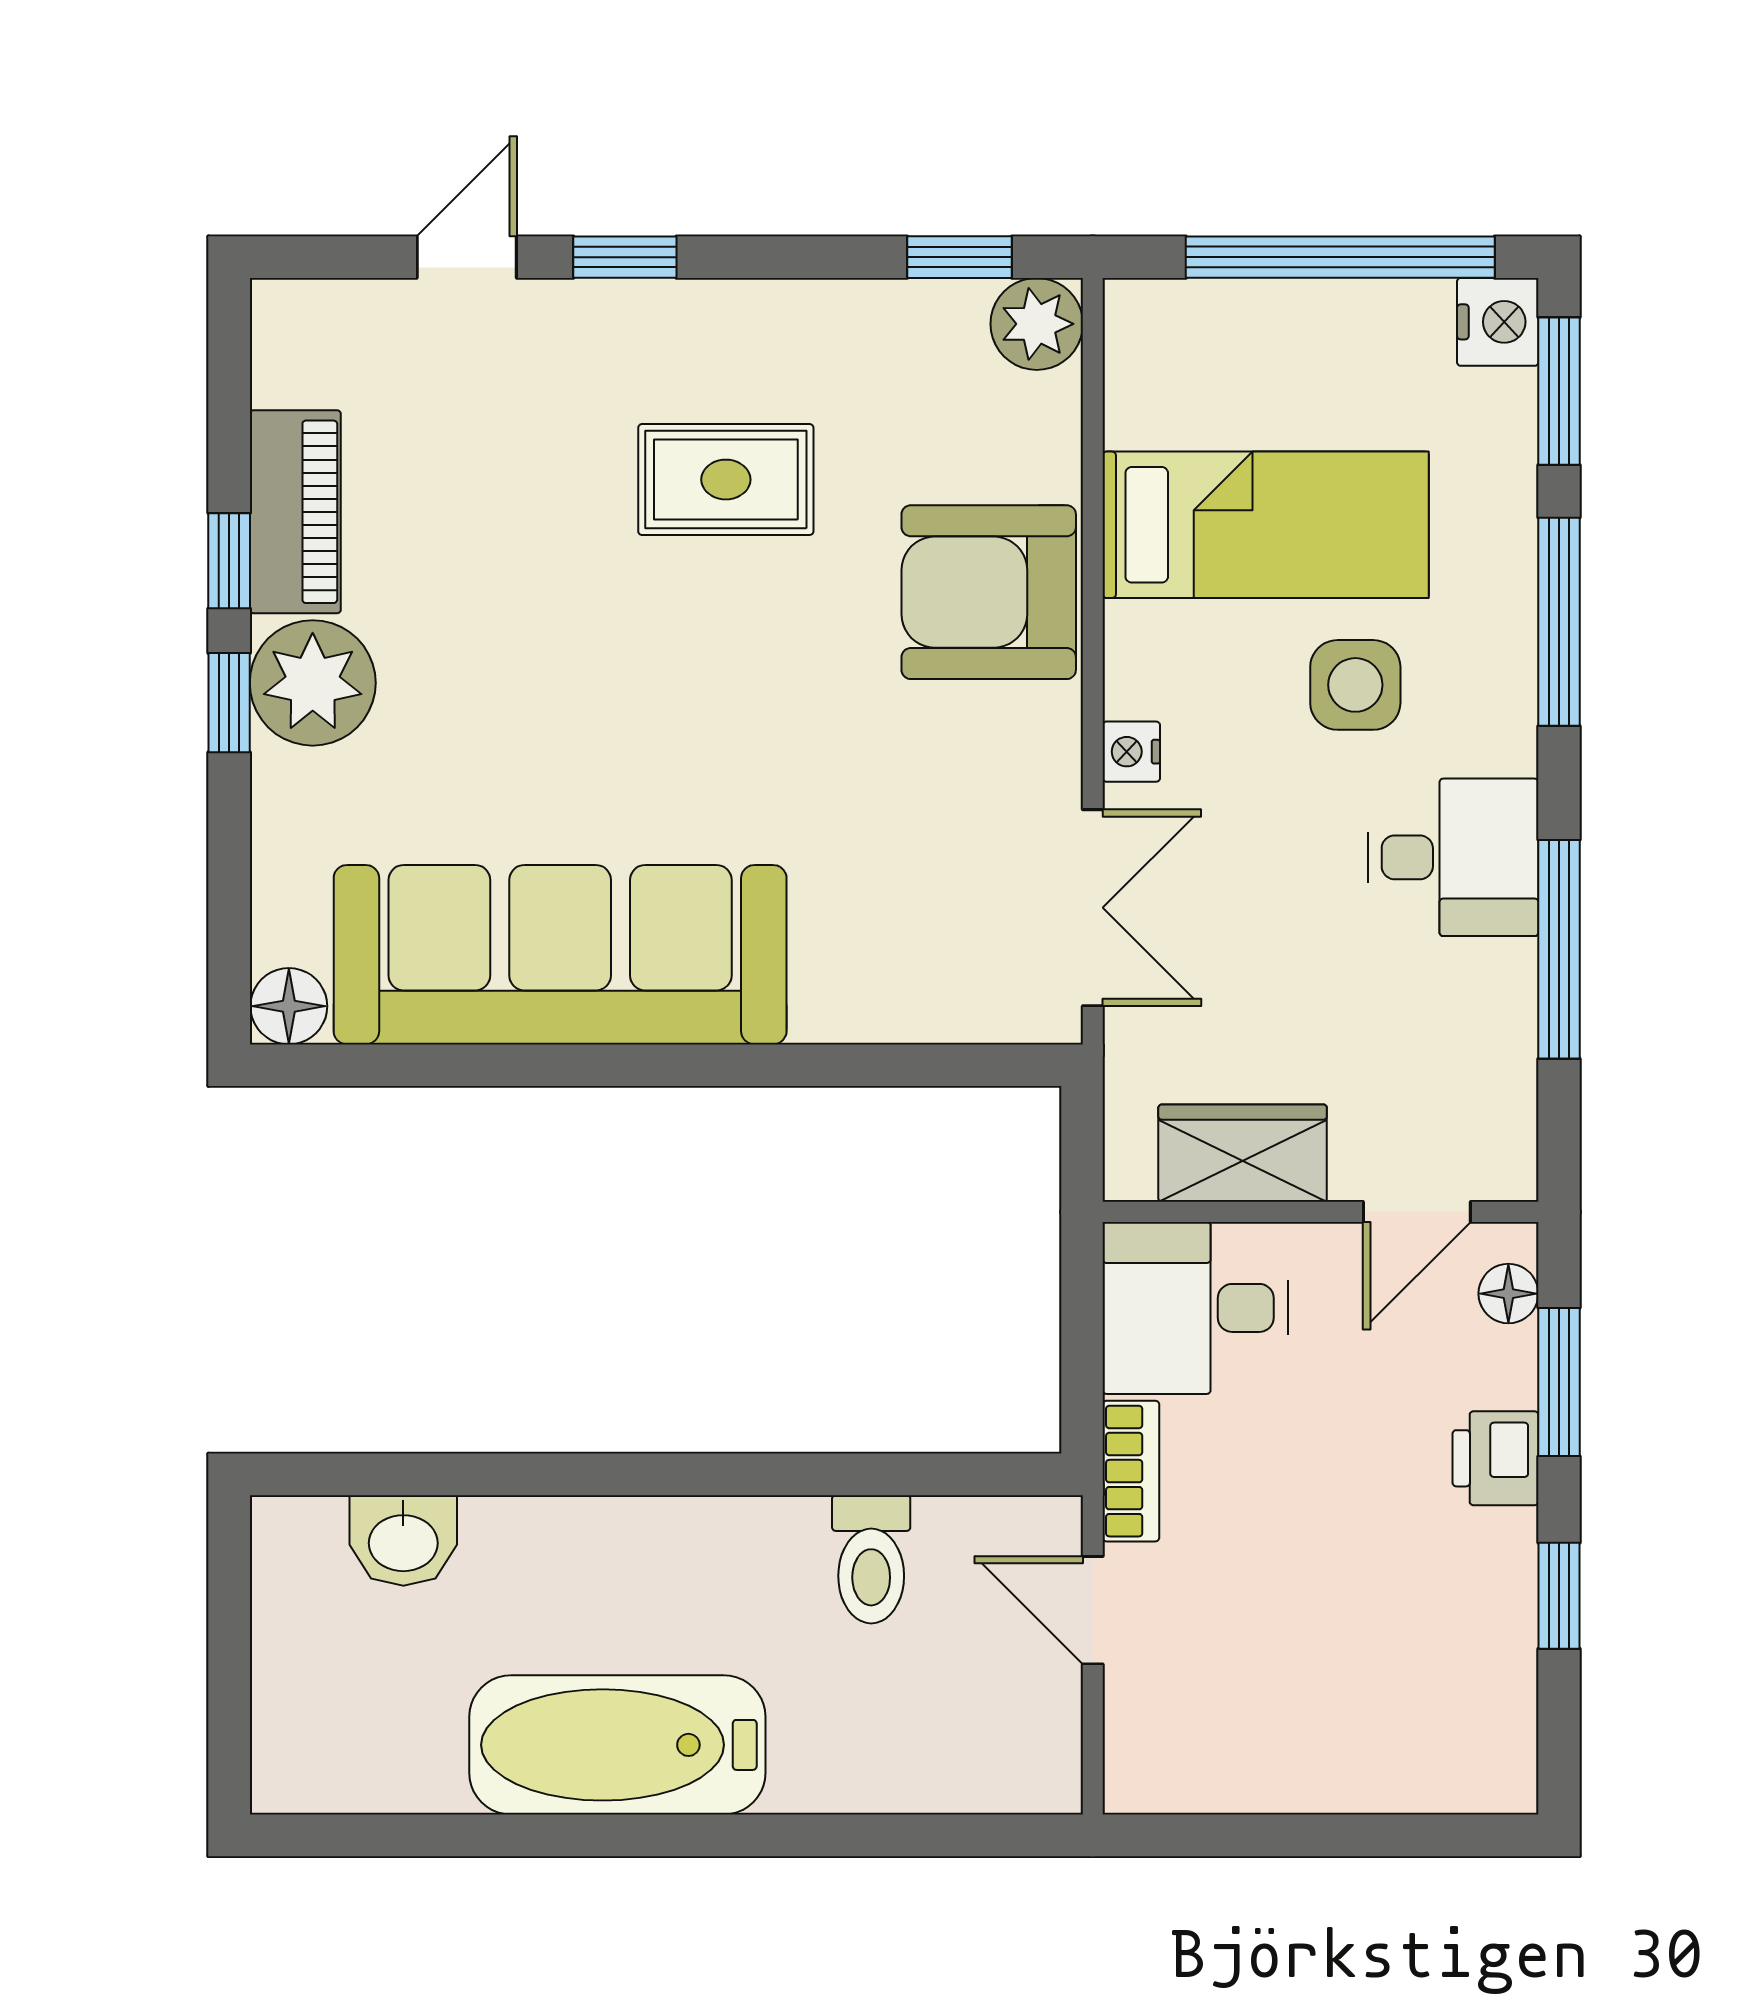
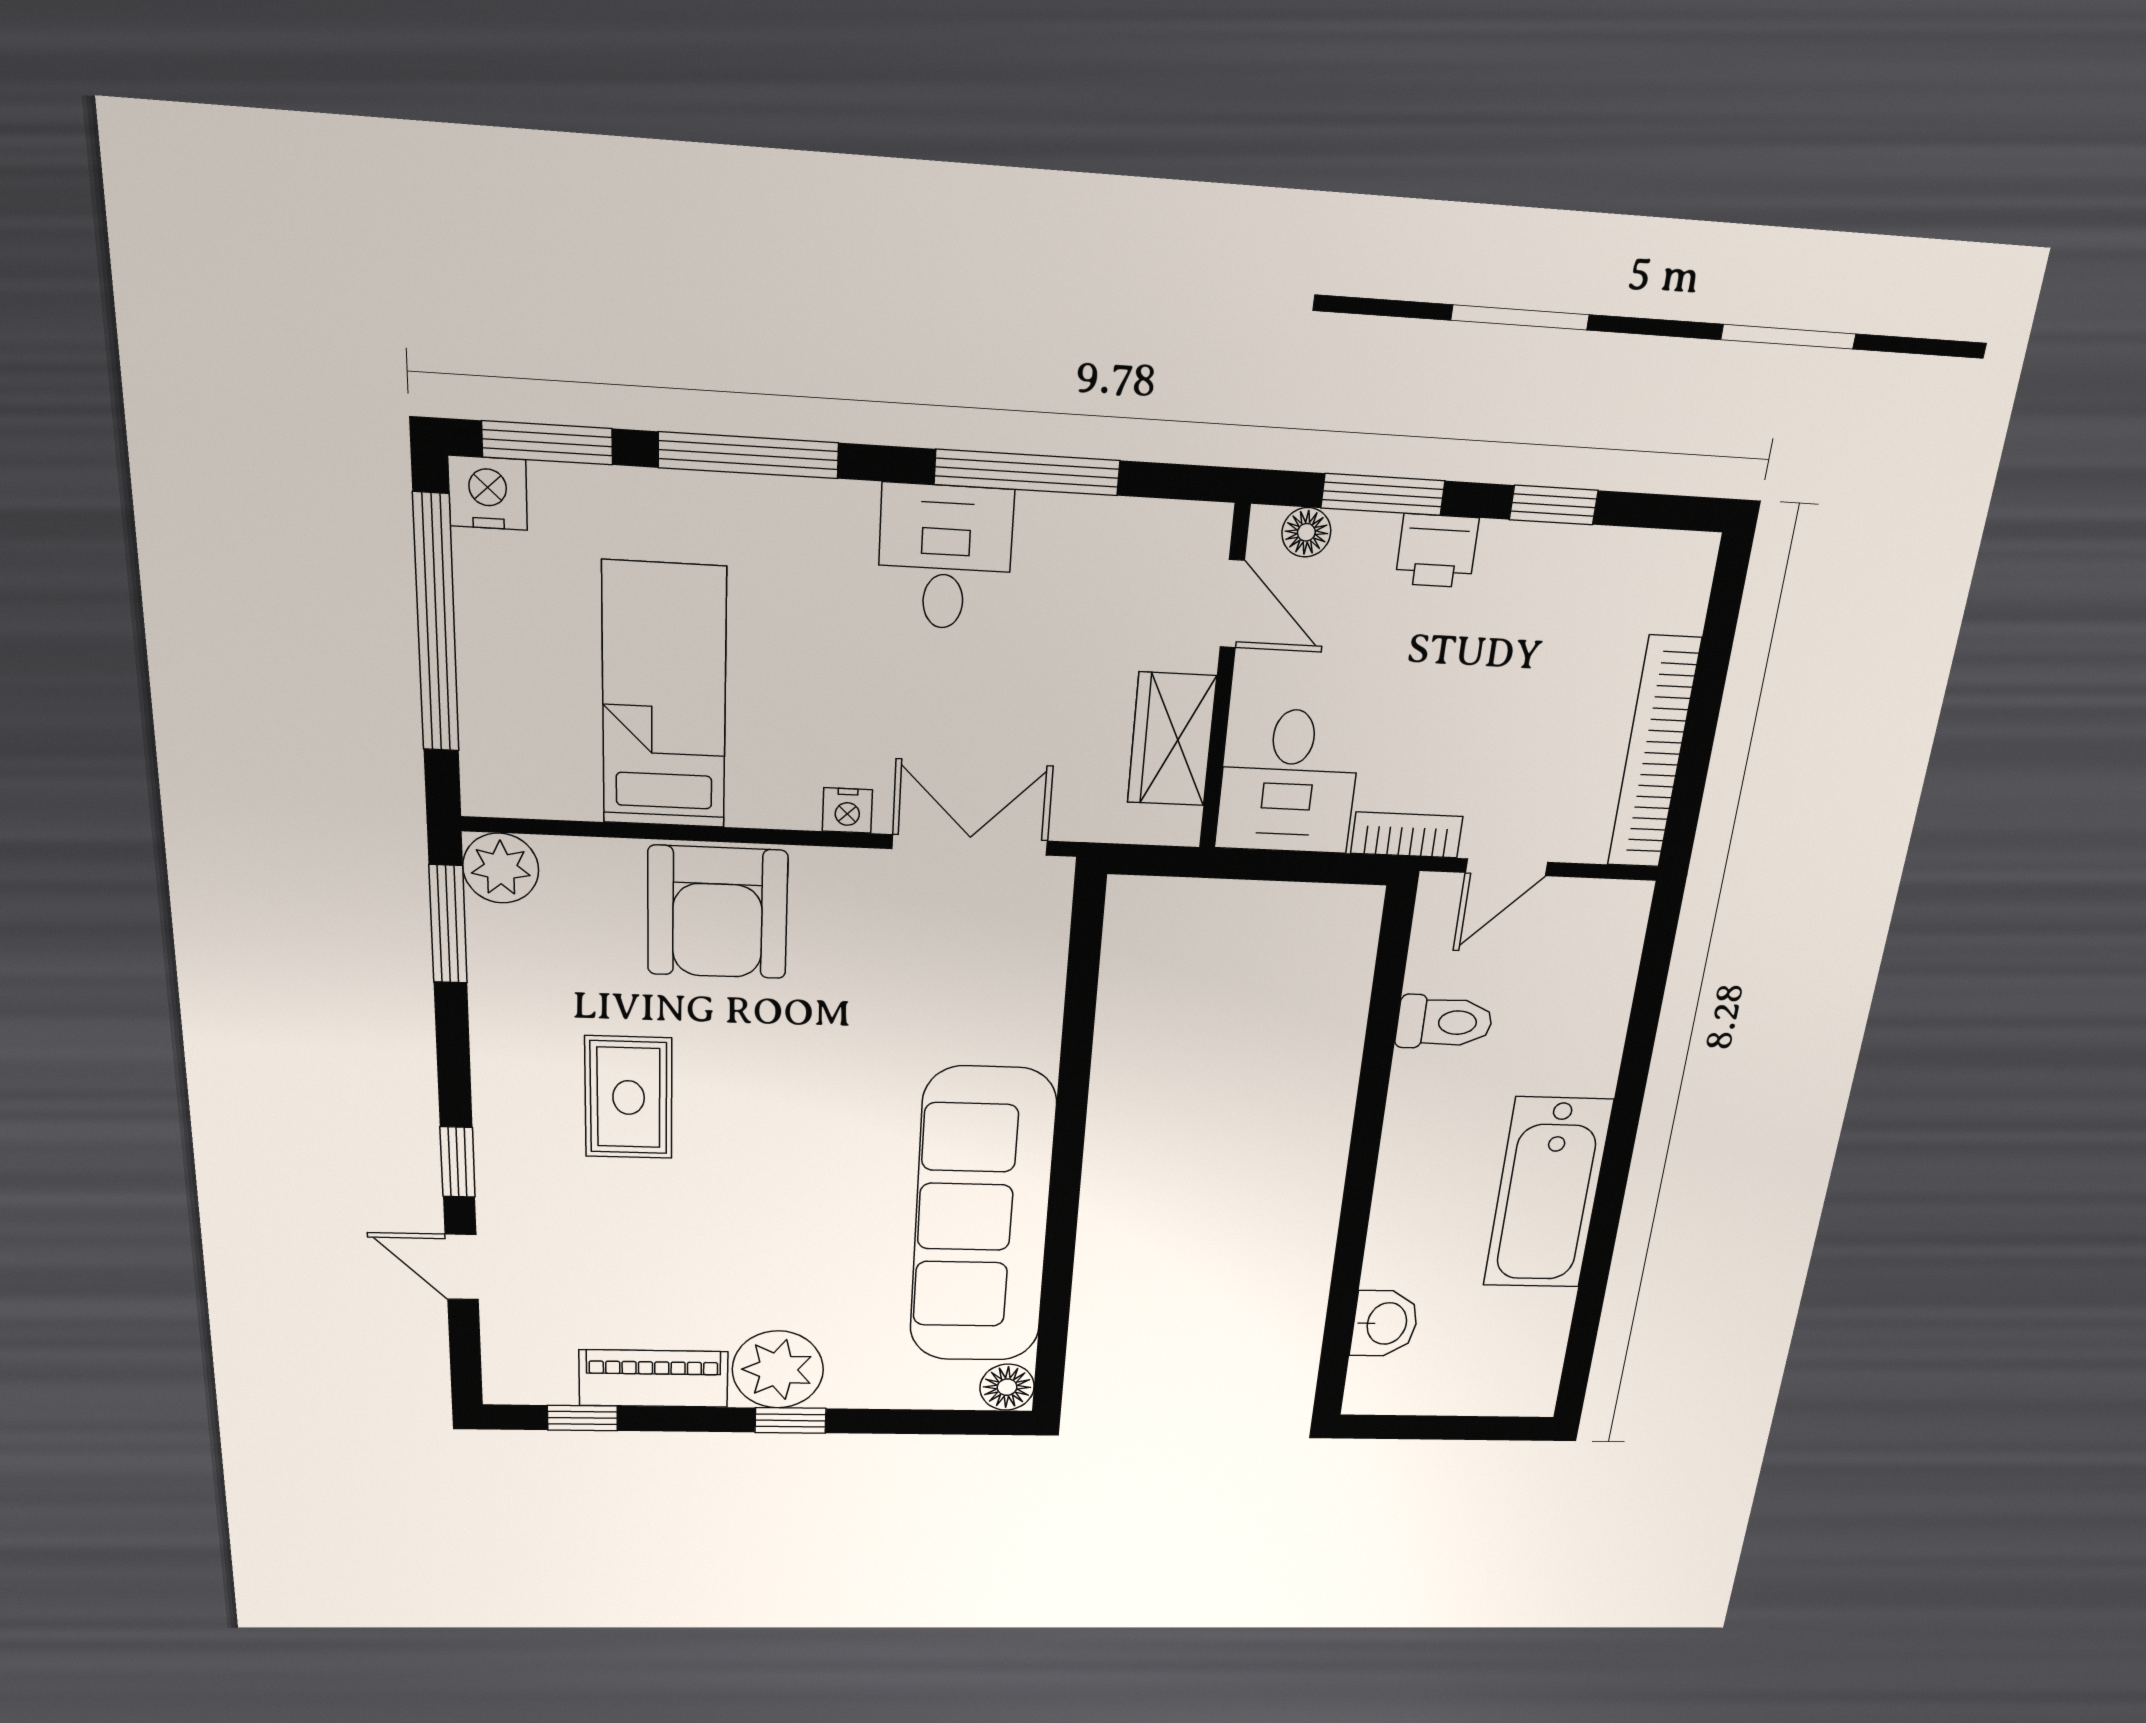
window: (959, 257) -> (448, 924), width x1.50
window: (229, 561) -> (582, 1418), moved
side table: (1355, 685) -> (798, 631), removed
bookcase: (1255, 1780) -> (1654, 753), added

